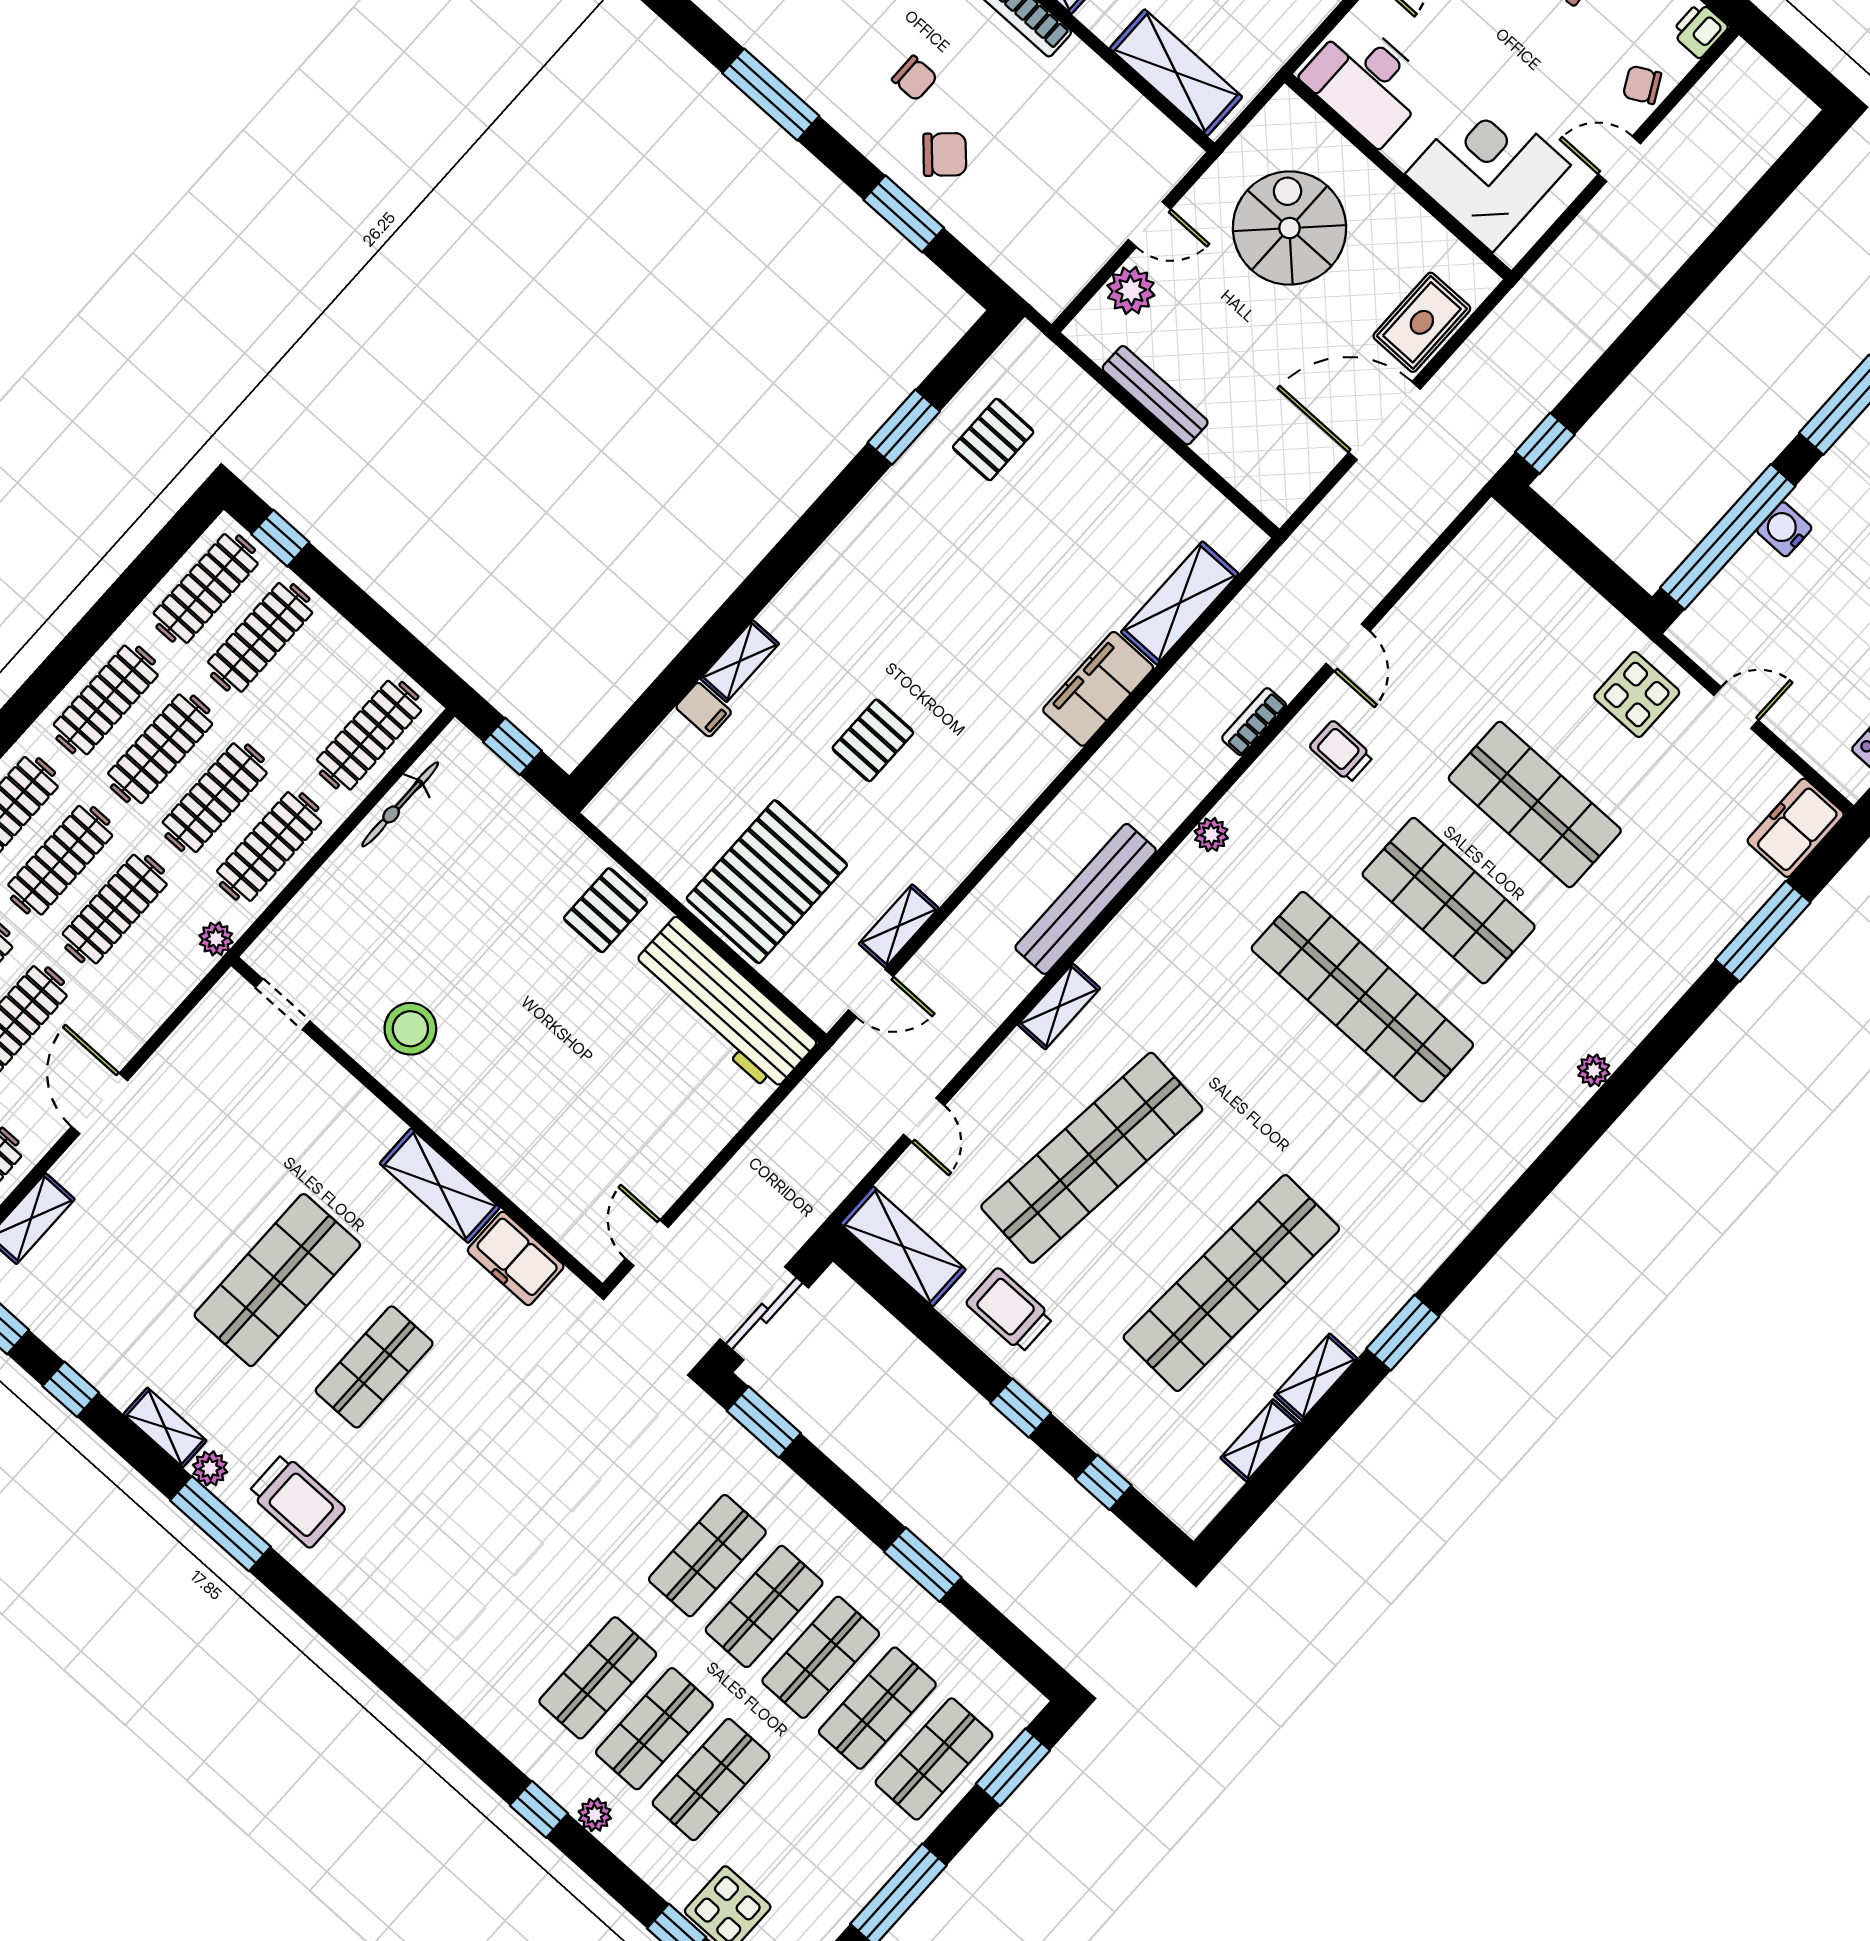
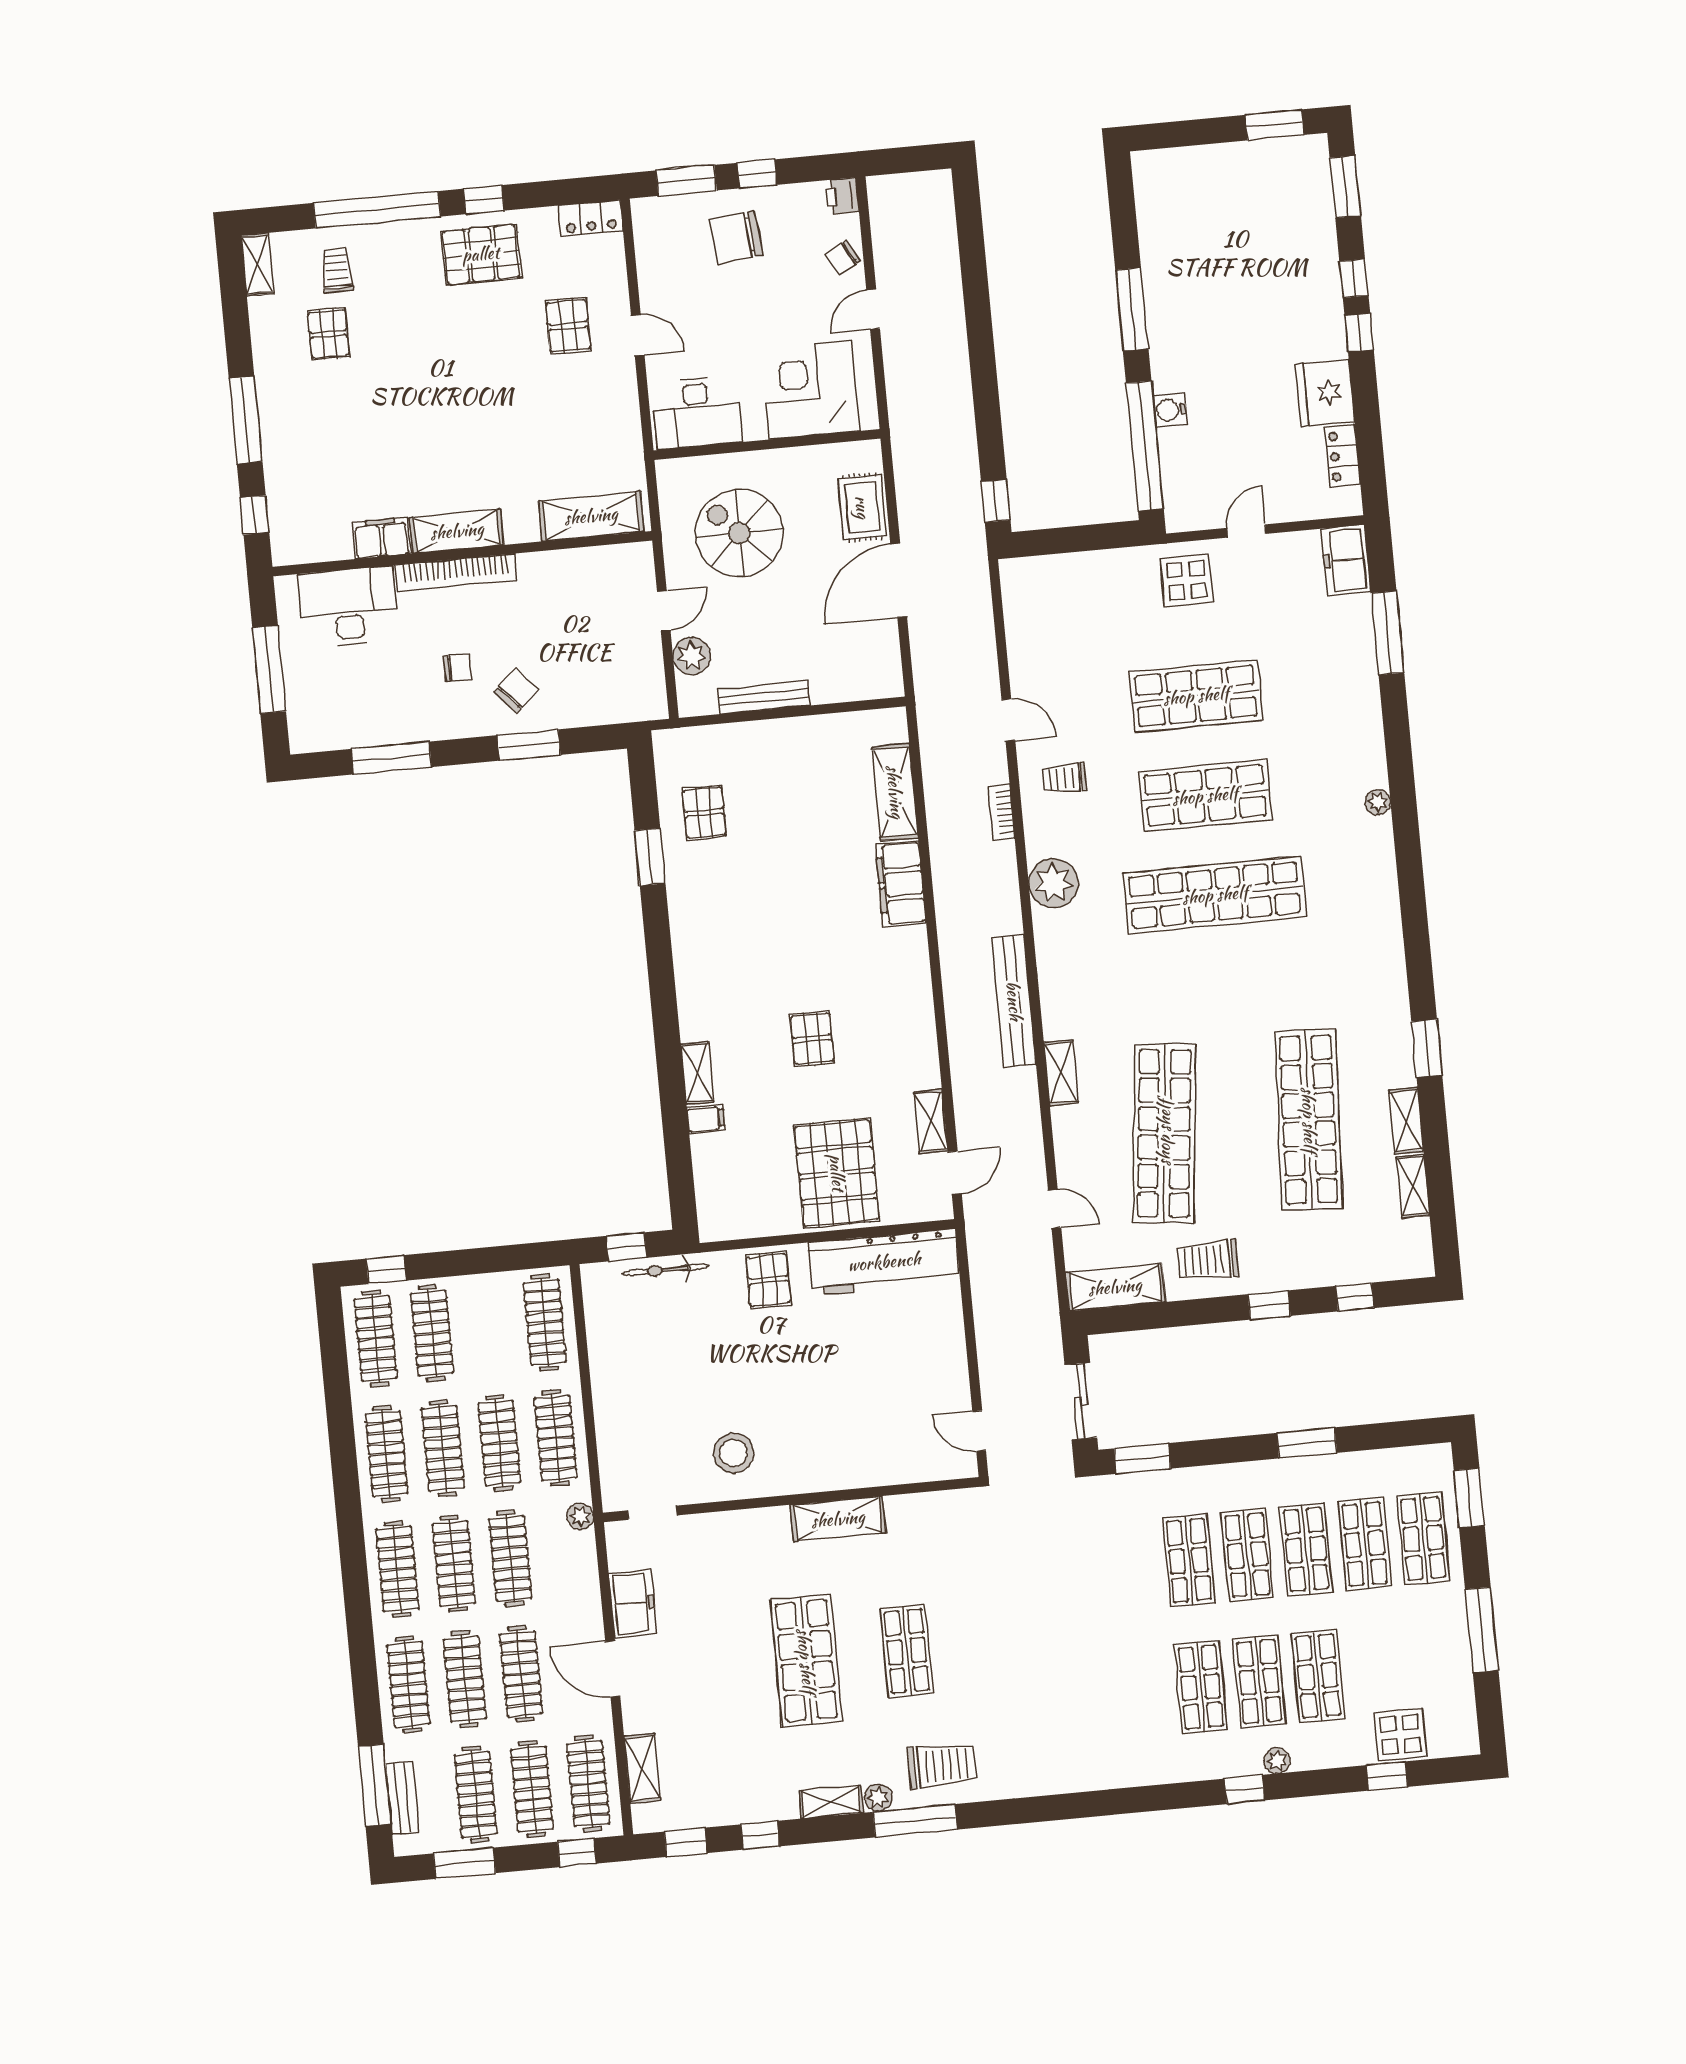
bicycle: (400, 804) -> (665, 1270), moved, turned 90
plant: (1211, 835) -> (1054, 883), width x1.88, depth x1.88
freezer: (516, 1258) -> (633, 1603), moved, turned -90

